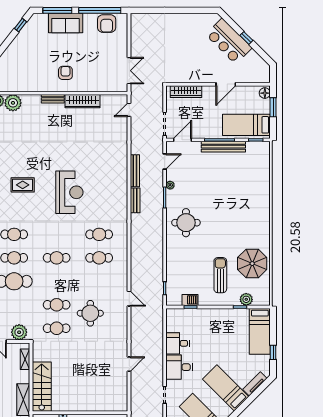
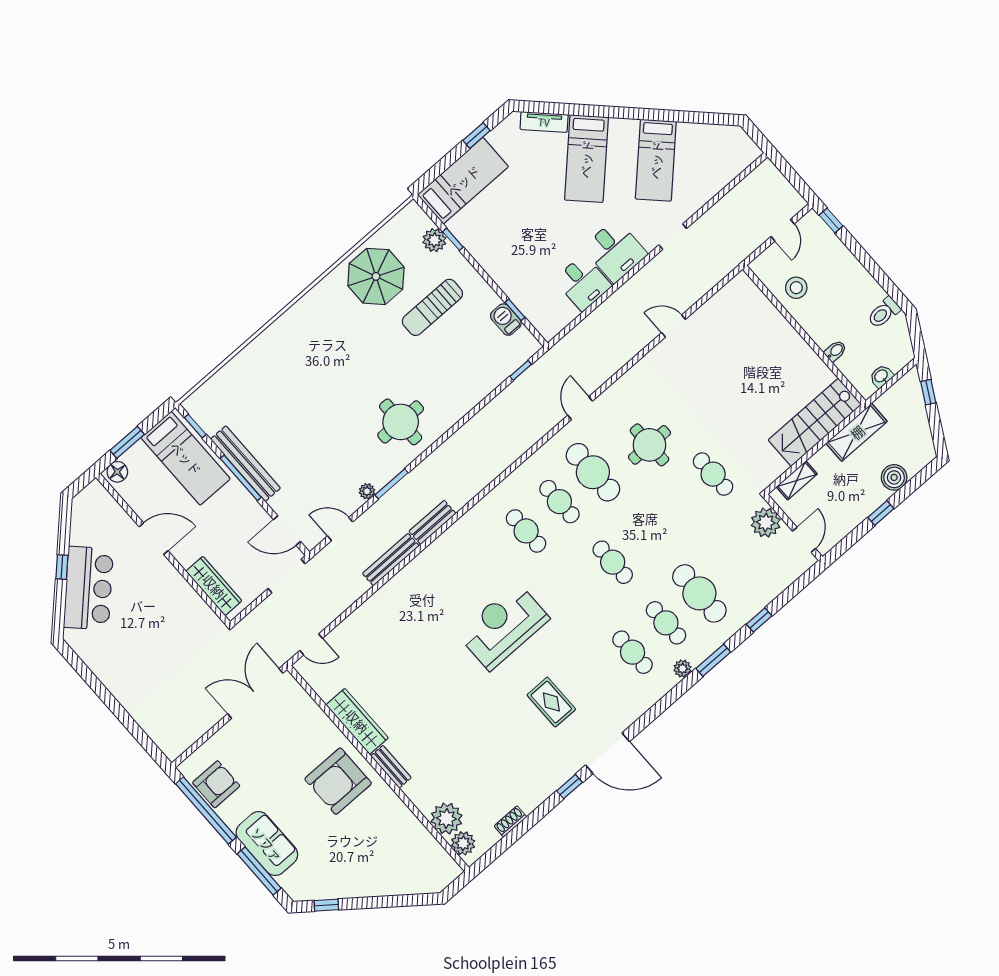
double door: (129, 71) -> (255, 693), width x1.37
armchair: (65, 73) -> (338, 781), width x1.88, depth x1.88
cafe table: (57, 305) -> (593, 472), moved, width x1.37, depth x1.35

